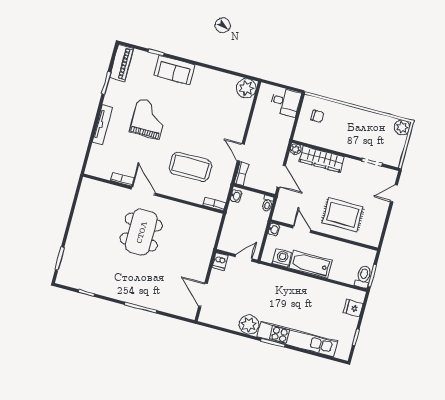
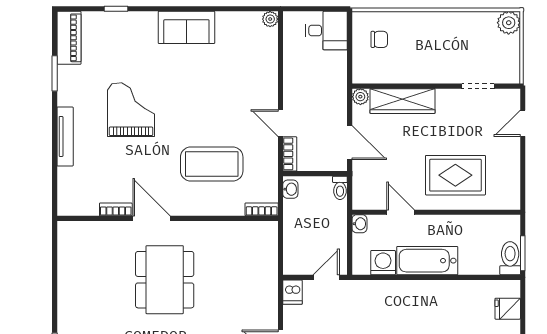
sofa: (174, 70) -> (186, 27), moved
plant: (246, 88) -> (270, 19), width x0.53, depth x0.53

